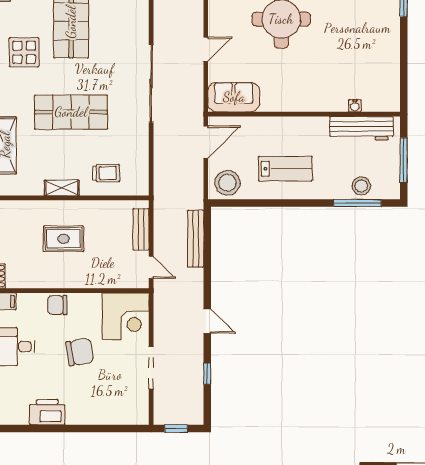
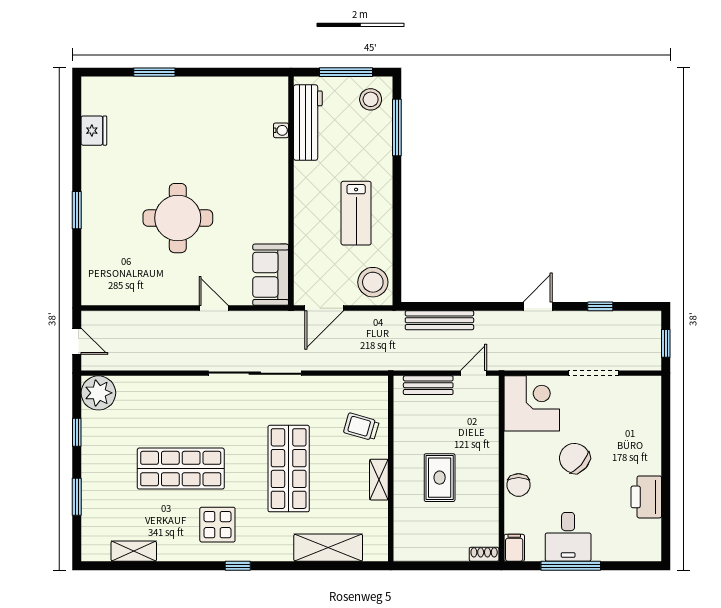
door: (206, 142) -> (324, 308), swing flipped
lab bench: (285, 169) -> (356, 213), turned 180
trolley: (106, 173) -> (361, 427), turned -74
stool: (361, 186) -> (371, 99), moved
chair: (80, 352) -> (575, 458), turned -40

